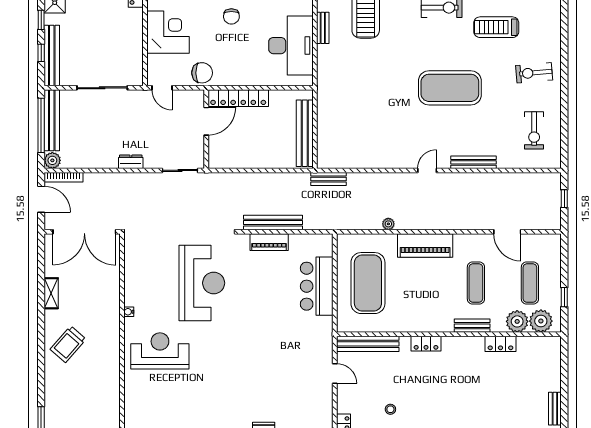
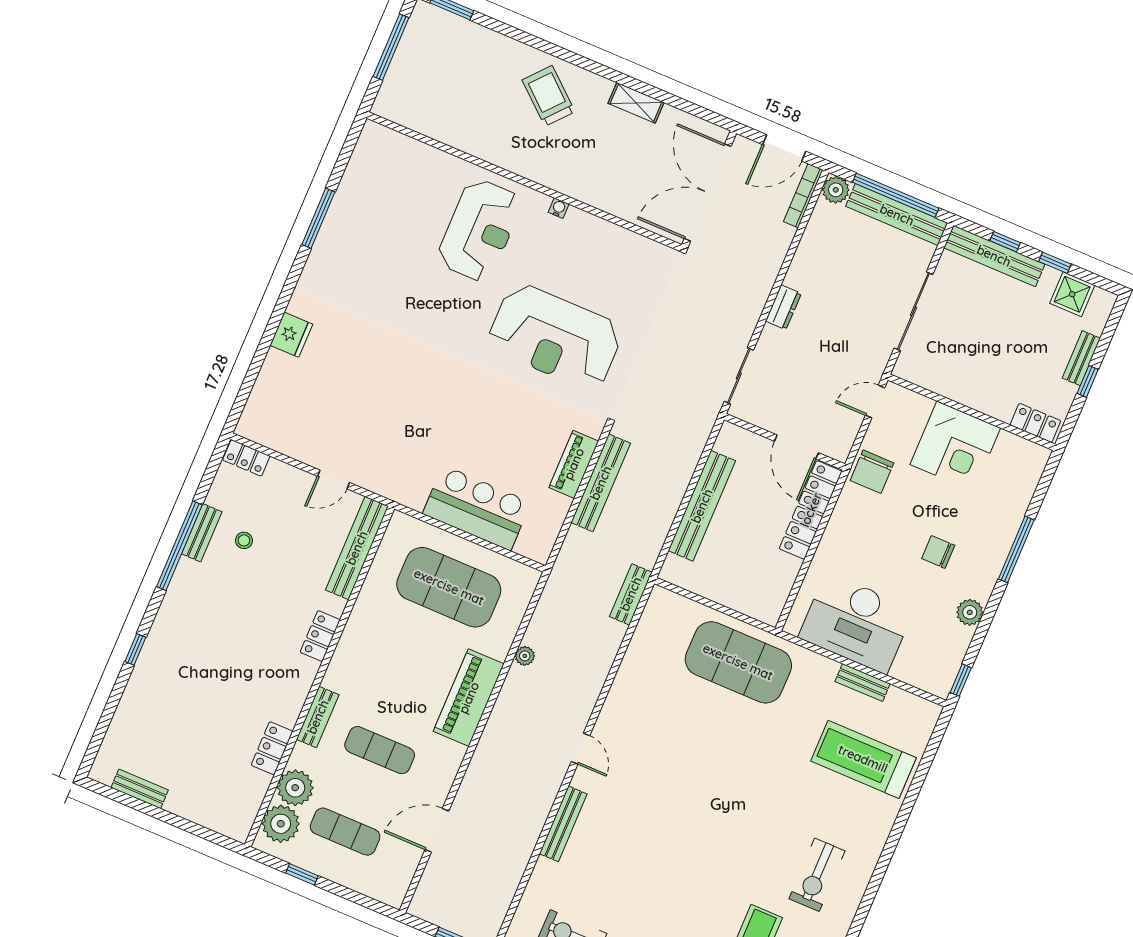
exercise mat: (450, 88) -> (738, 662), moved, turned 90
bench: (305, 133) -> (702, 506), moved, turned 90

